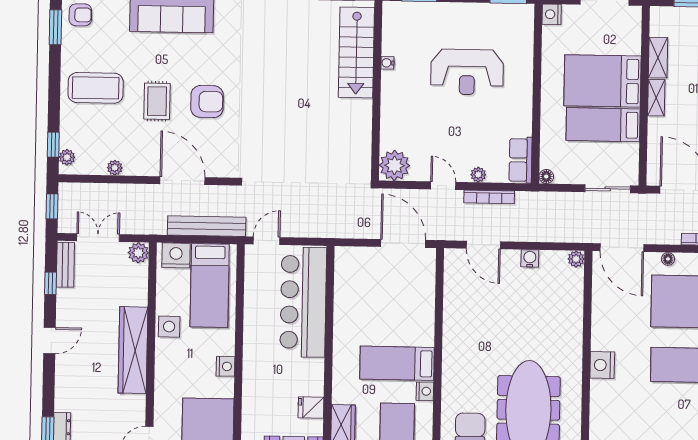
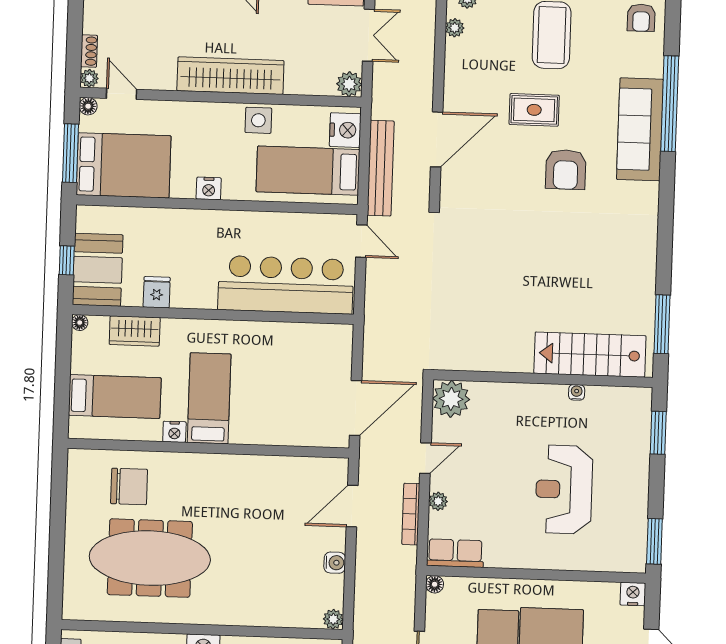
armchair: (207, 102) -> (566, 170), moved
plant: (115, 168) -> (455, 28), moved

